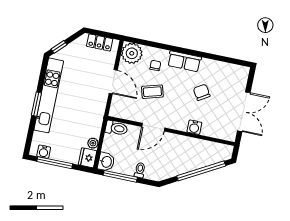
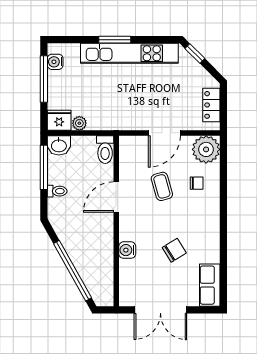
row of seats: (184, 61) -> (210, 285), moved
door: (153, 127) -> (116, 197), hinge flipped

